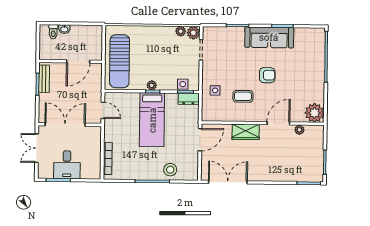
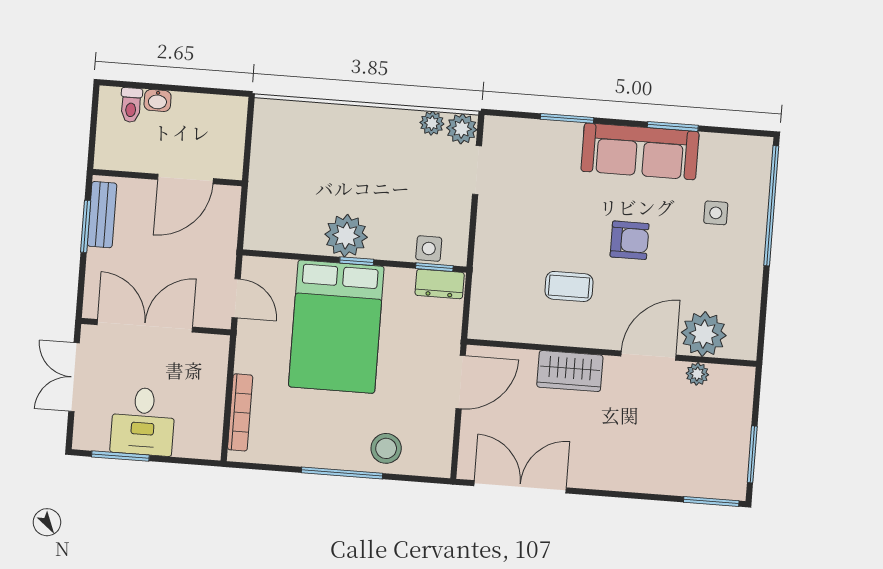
sun lounger: (120, 61) -> (283, 185), removed
plant: (152, 85) -> (346, 236), width x1.88, depth x1.88
side table: (215, 90) -> (716, 213), moved
plant: (315, 113) -> (704, 334), moved
bed: (152, 120) -> (336, 327), width x1.50

